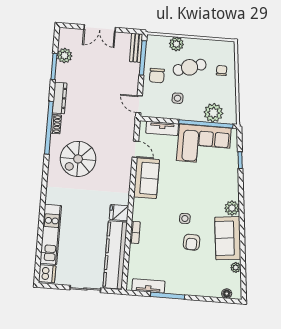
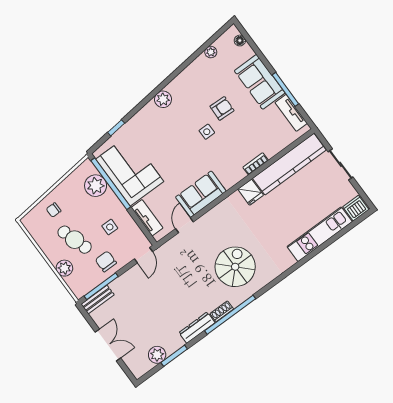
chair: (157, 76) -> (106, 261), turned -90
spiral stairs: (78, 159) -> (235, 267), turned -90
sofa: (228, 238) -> (260, 82), moved, turned 96

